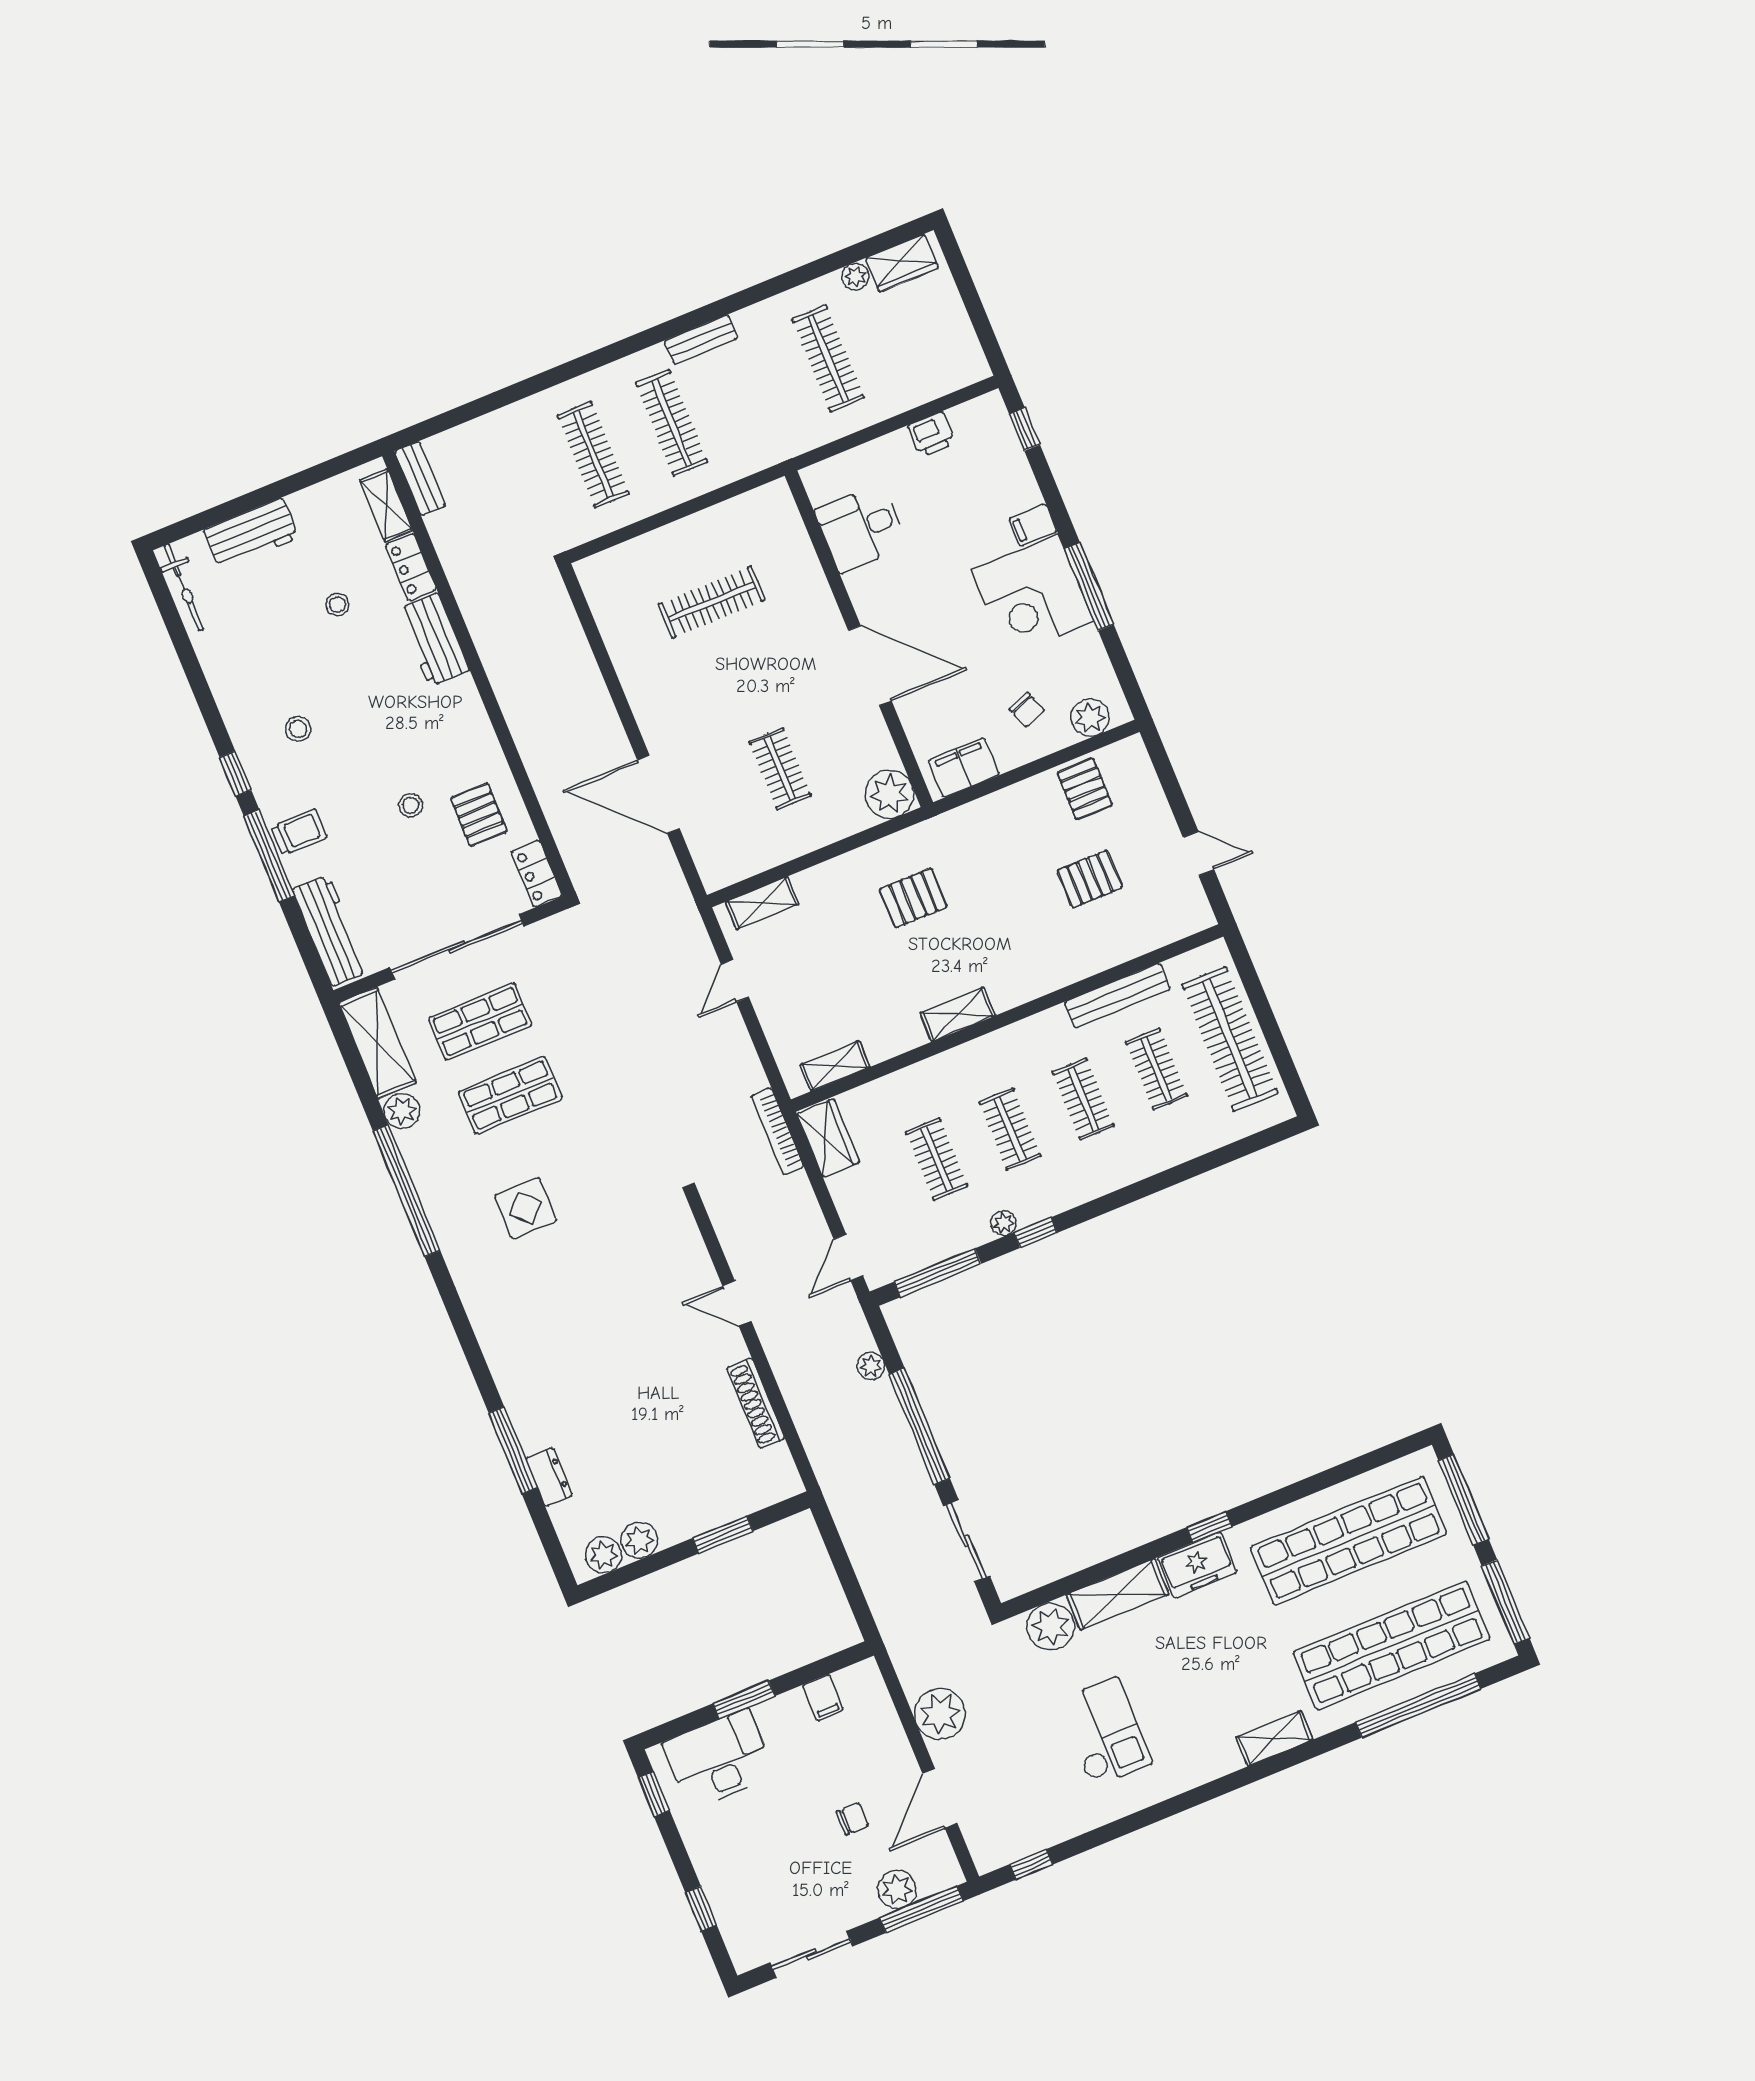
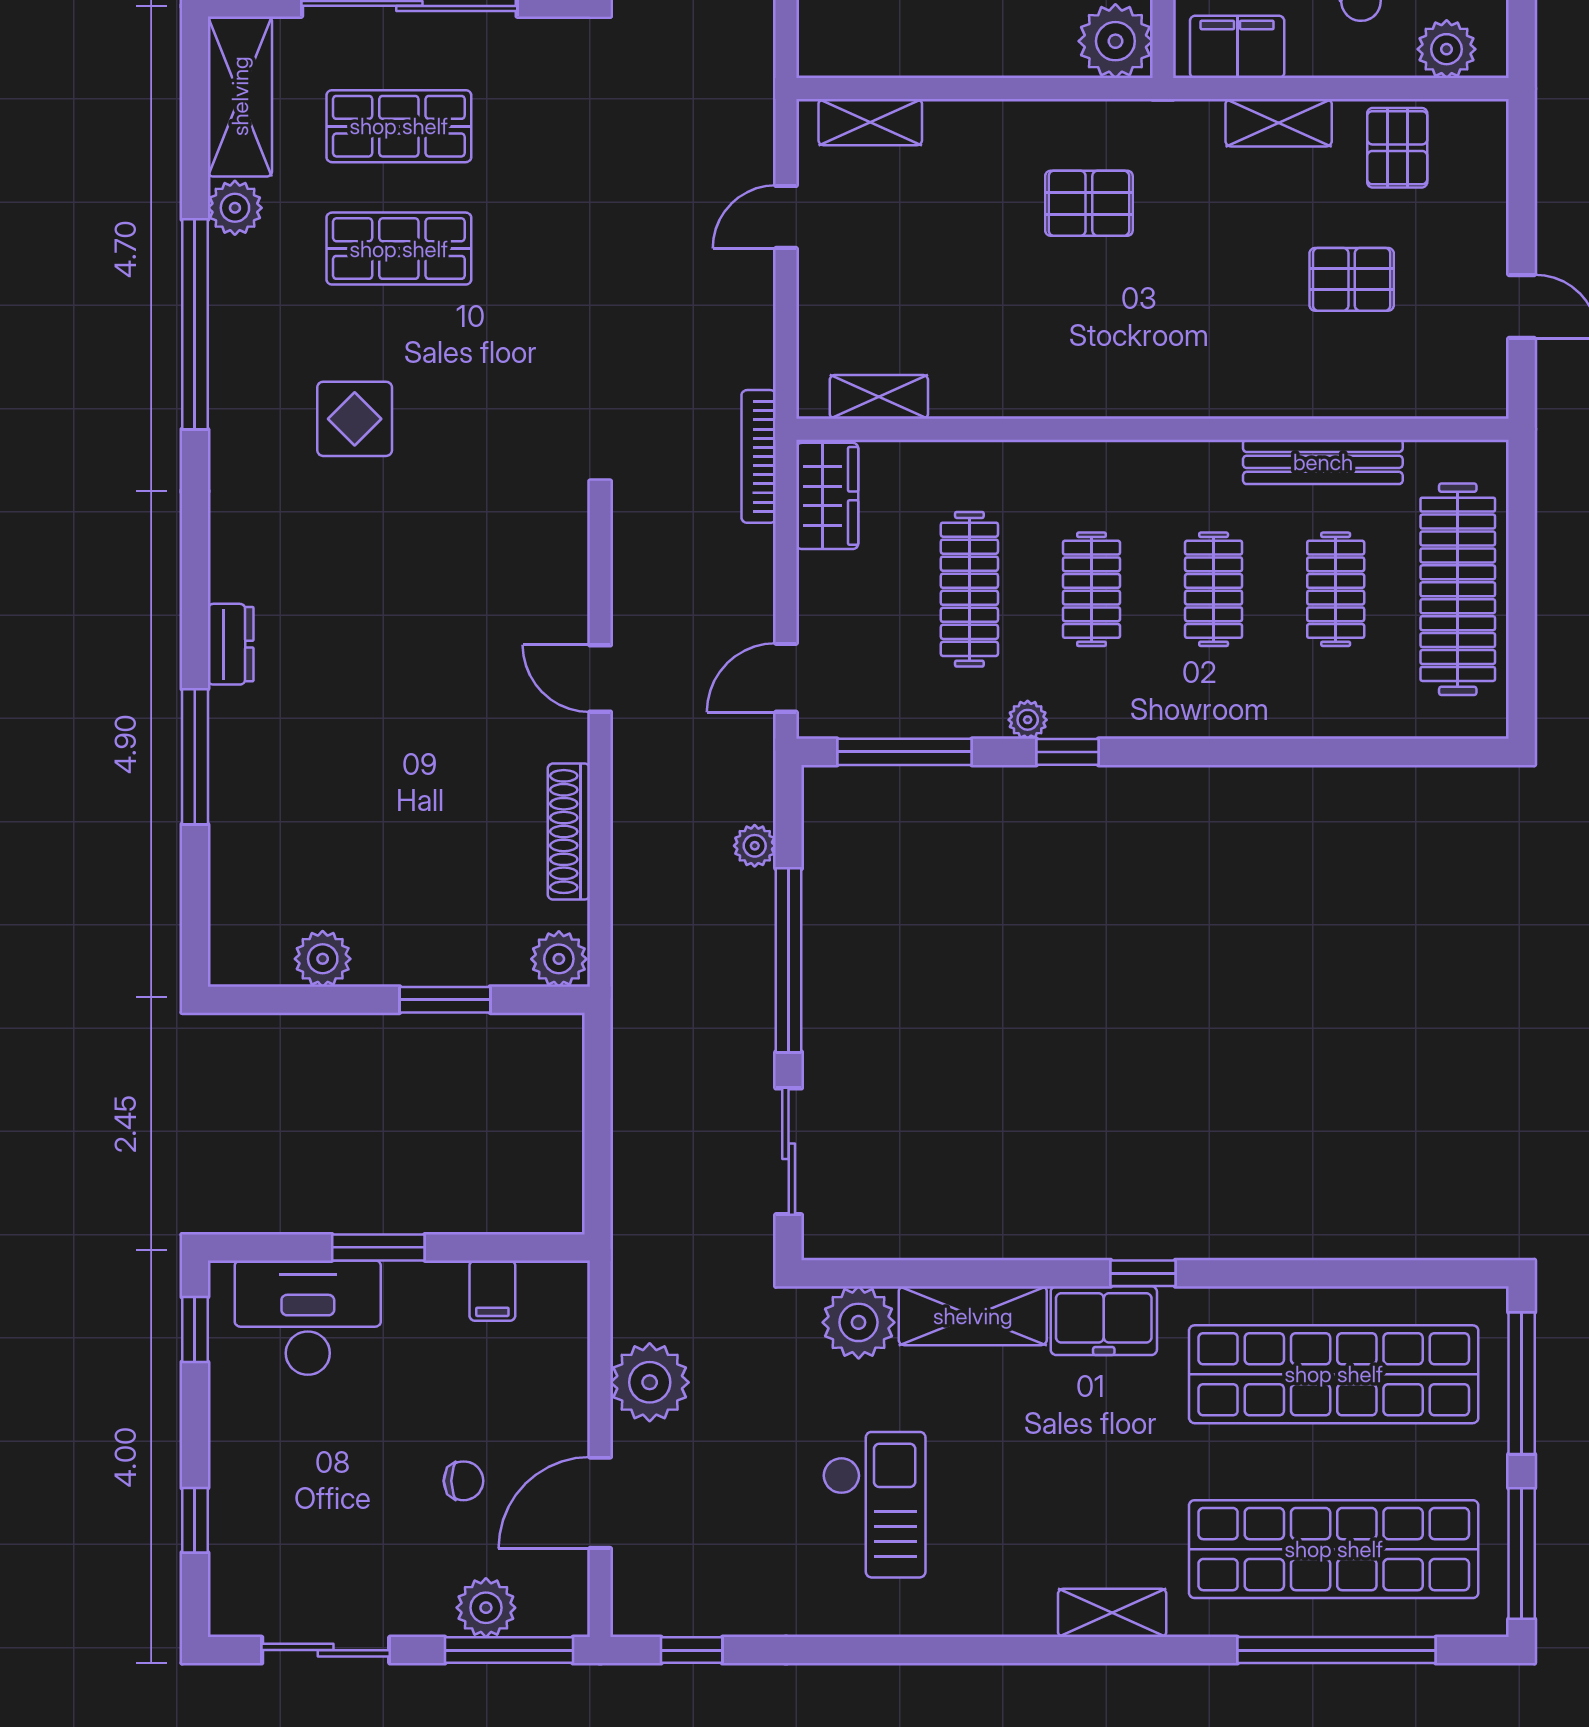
shelving: (958, 1014) -> (1279, 123), moved
clothes rail: (937, 1159) -> (969, 589), width x1.36
dresser: (549, 1477) -> (231, 644), moved
plant: (603, 1555) -> (559, 959), moved

